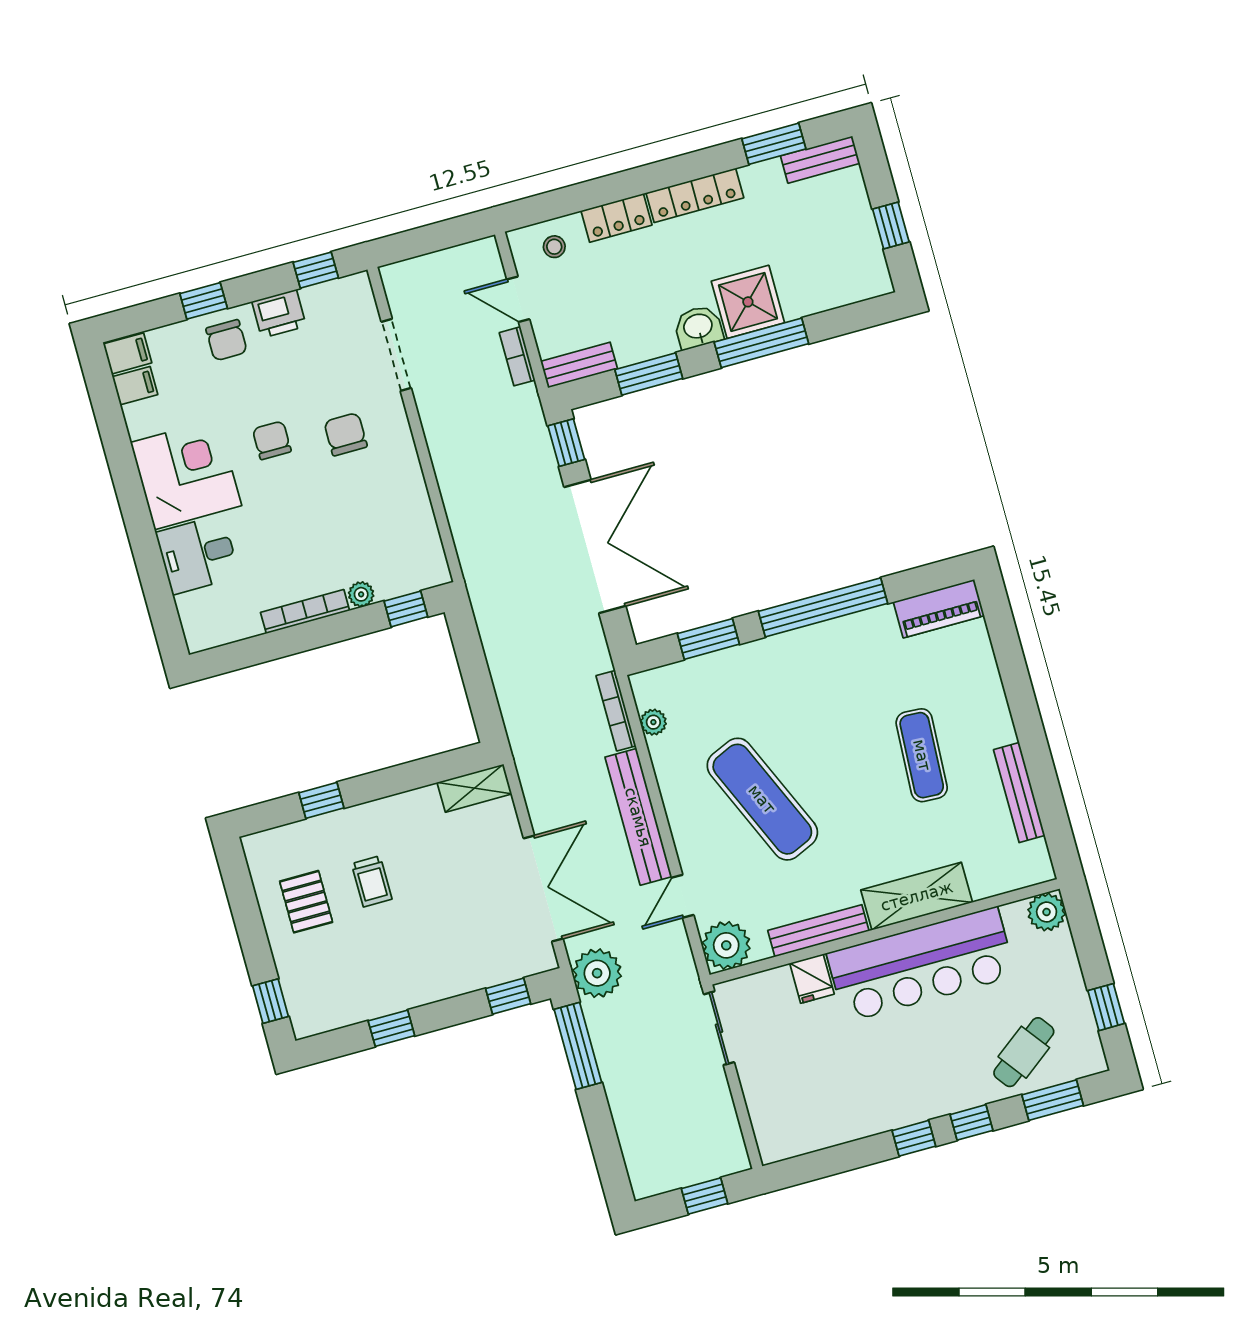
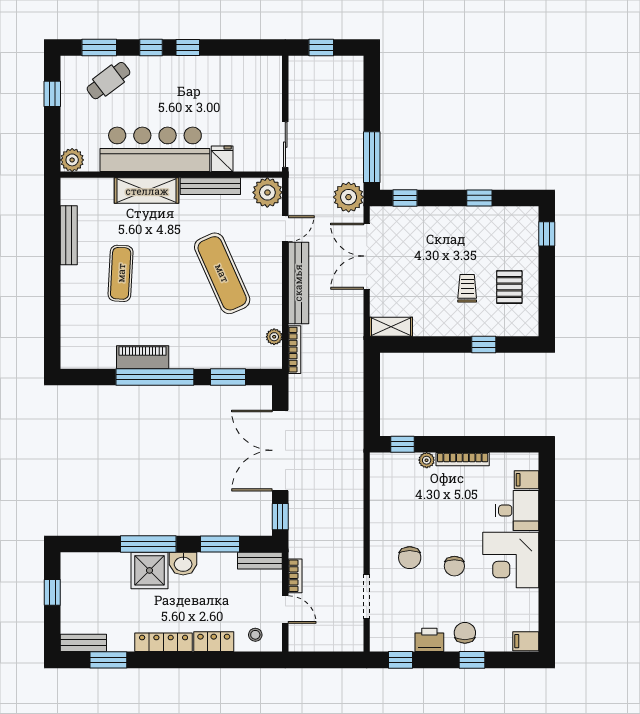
filing cabinet: (135, 386) -> (527, 480), moved
piano: (939, 609) -> (143, 357), moved

